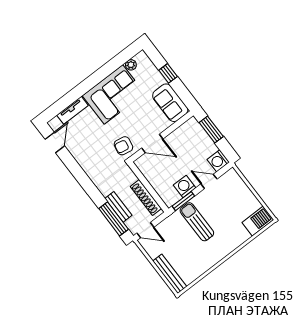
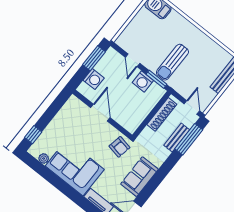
window: (168, 73) -> (33, 135), moved
sofa: (170, 103) -> (139, 177), moved, turned 180
window: (211, 130) -> (94, 58), moved
door: (152, 143) -> (100, 113), moved
washing machine: (218, 161) -> (94, 79), moved

